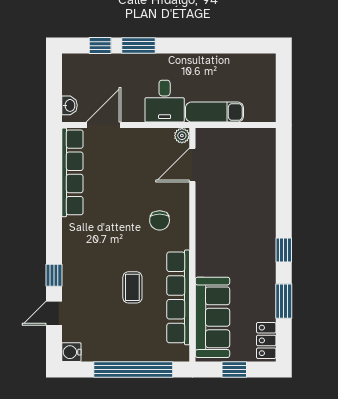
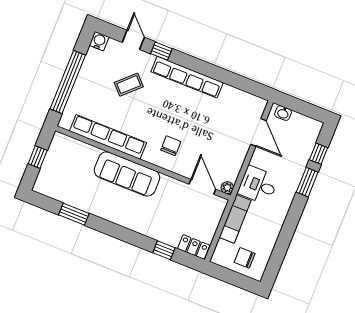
chair: (255, 83) -> (245, 258), added
row of seats: (72, 172) -> (187, 77), moved
chair: (160, 220) -> (171, 146), turned 90
window: (284, 250) -> (164, 250), moved
coffee table: (132, 287) -> (129, 85), moved, turned -44
sofa: (212, 317) -> (127, 174), moved
locker: (266, 340) -> (194, 247), moved

